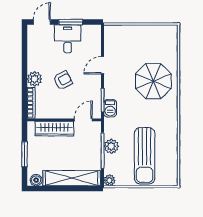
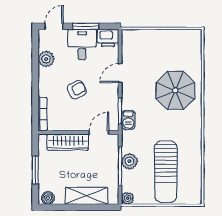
printer: (91, 33) -> (108, 38), added
plant: (35, 79) -> (46, 59), moved
shelving: (72, 178) -> (87, 196), width x0.68

